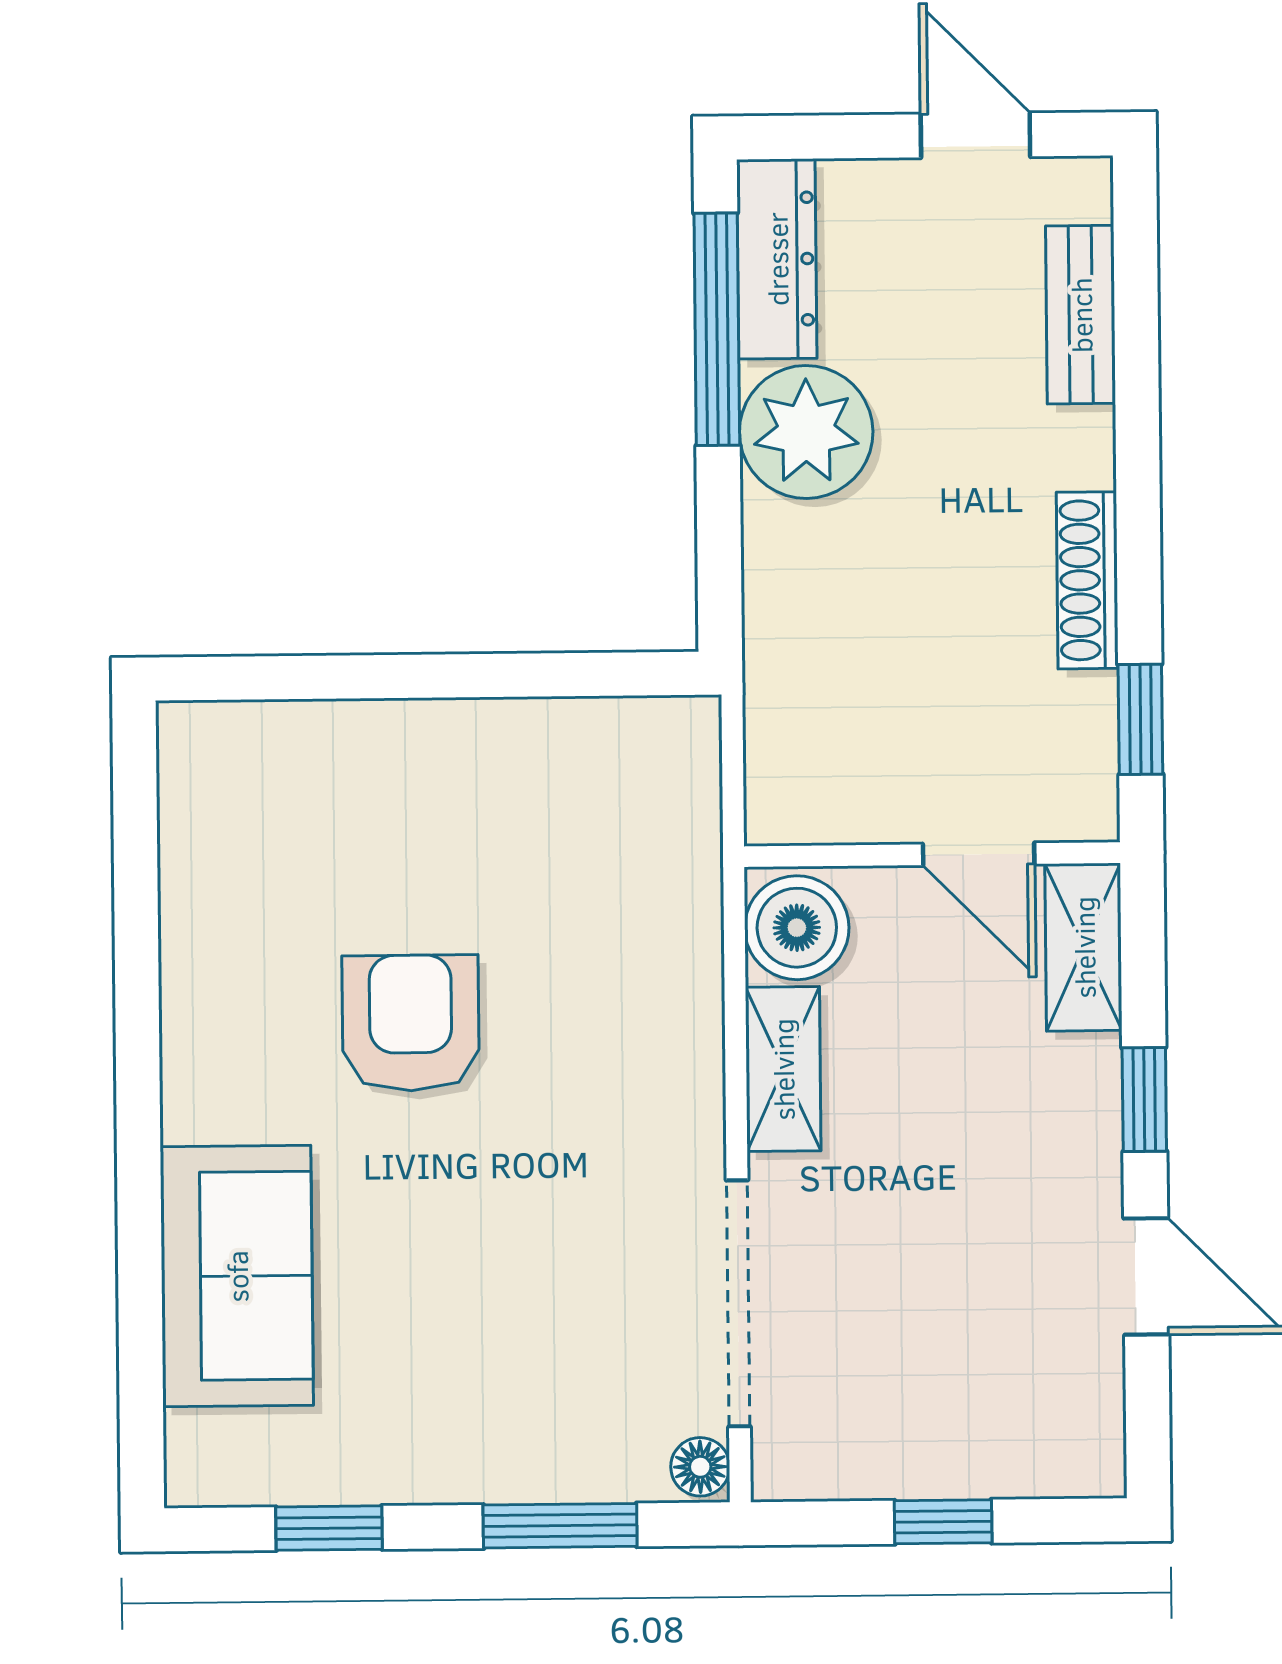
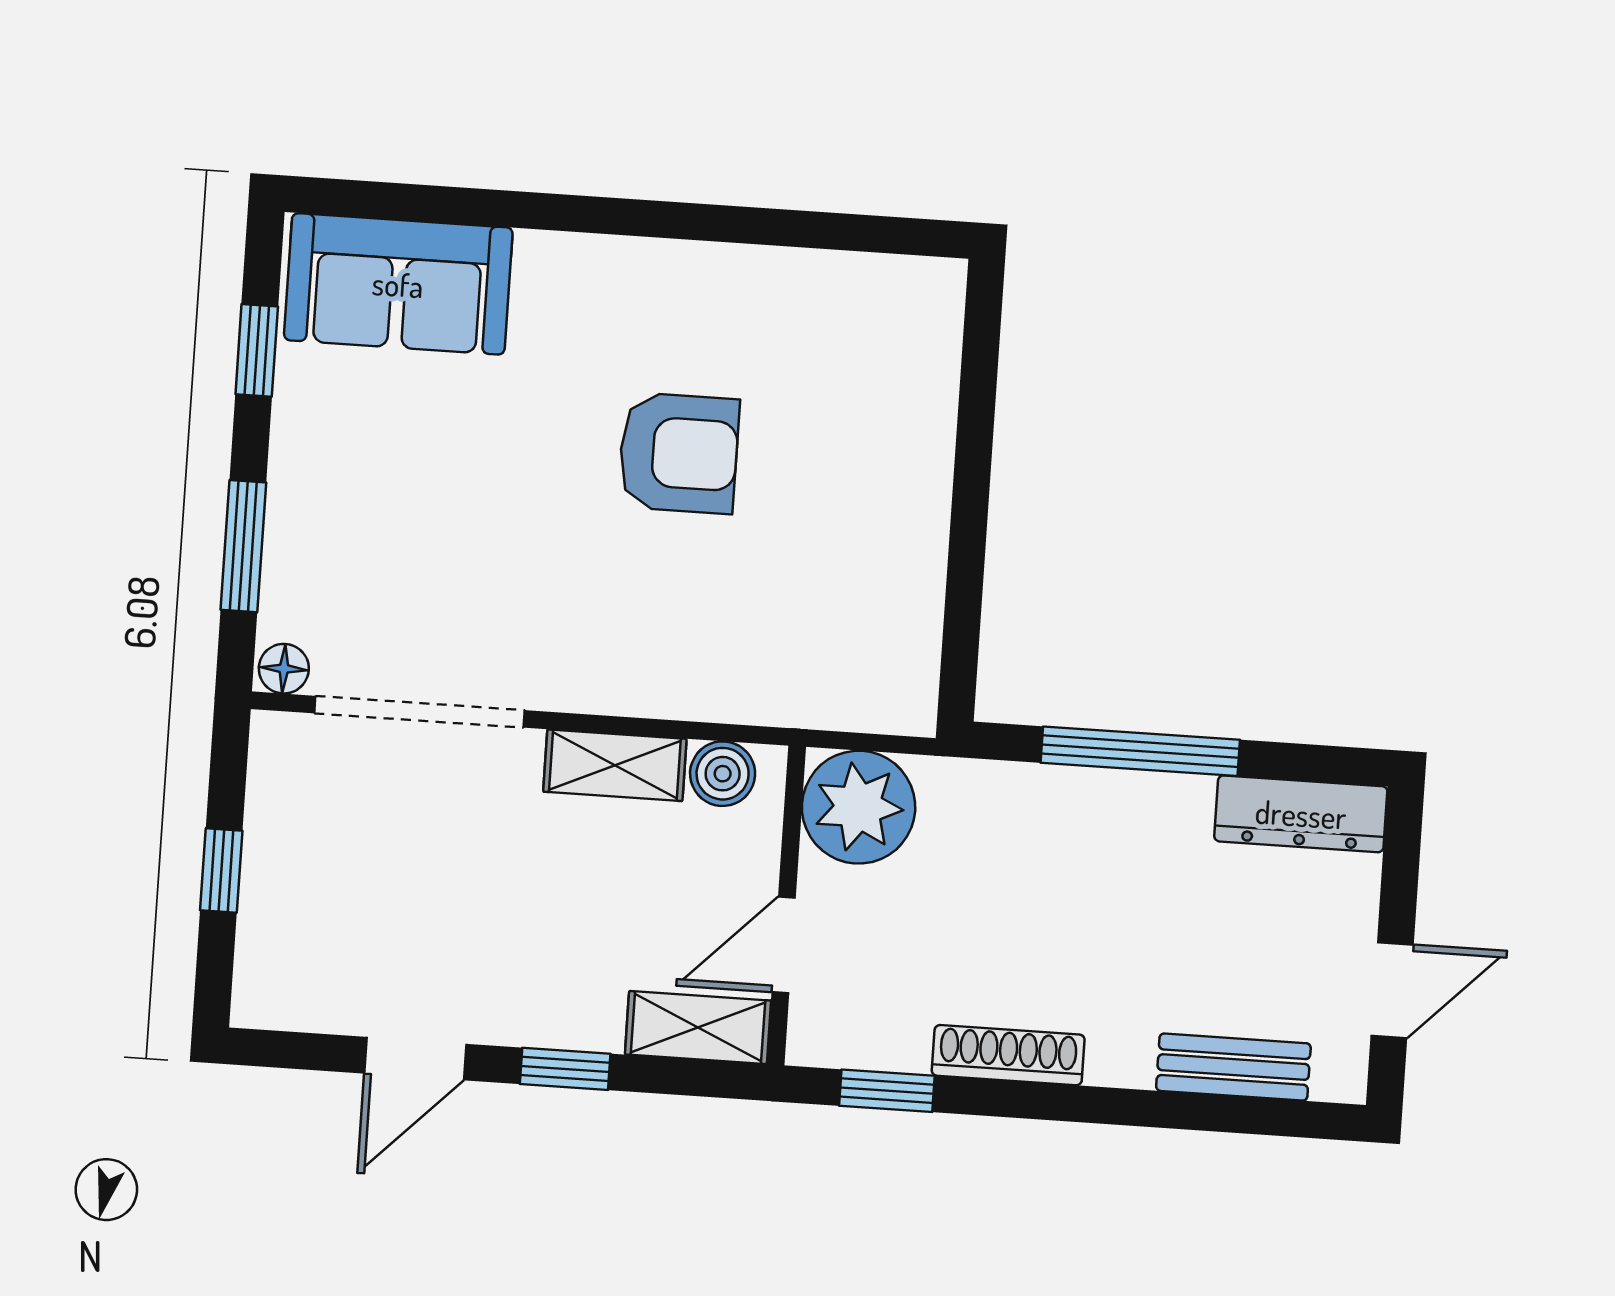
window: (717, 329) -> (1140, 751), moved
plant: (806, 432) -> (859, 807), moved
boiler: (797, 928) -> (723, 774), width x0.73, depth x0.73
sofa: (237, 1276) -> (398, 284), moved

